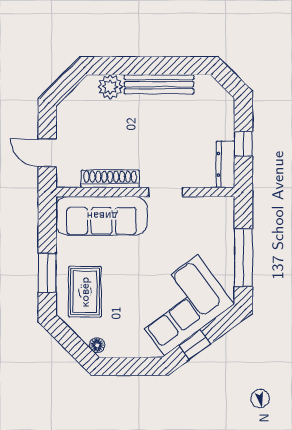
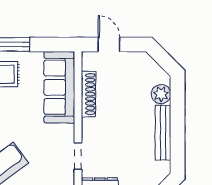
door: (47, 153) -> (109, 44), hinge flipped
doorway: (166, 192) -> (78, 156), moved

